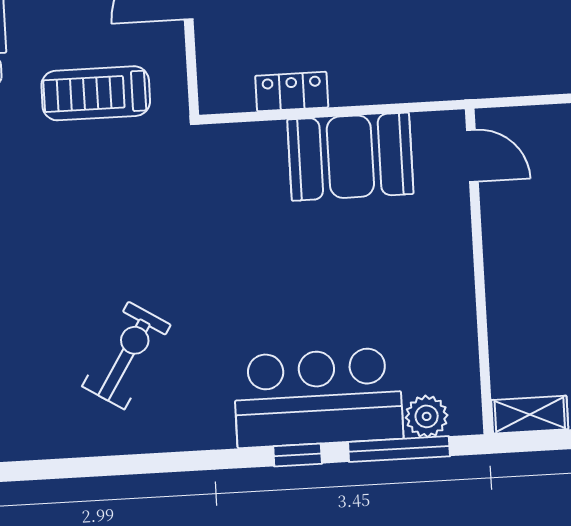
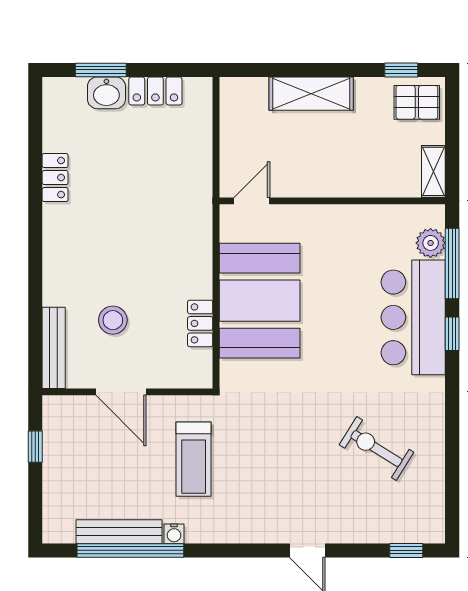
booth: (350, 157) -> (260, 301), width x1.36, depth x1.42

